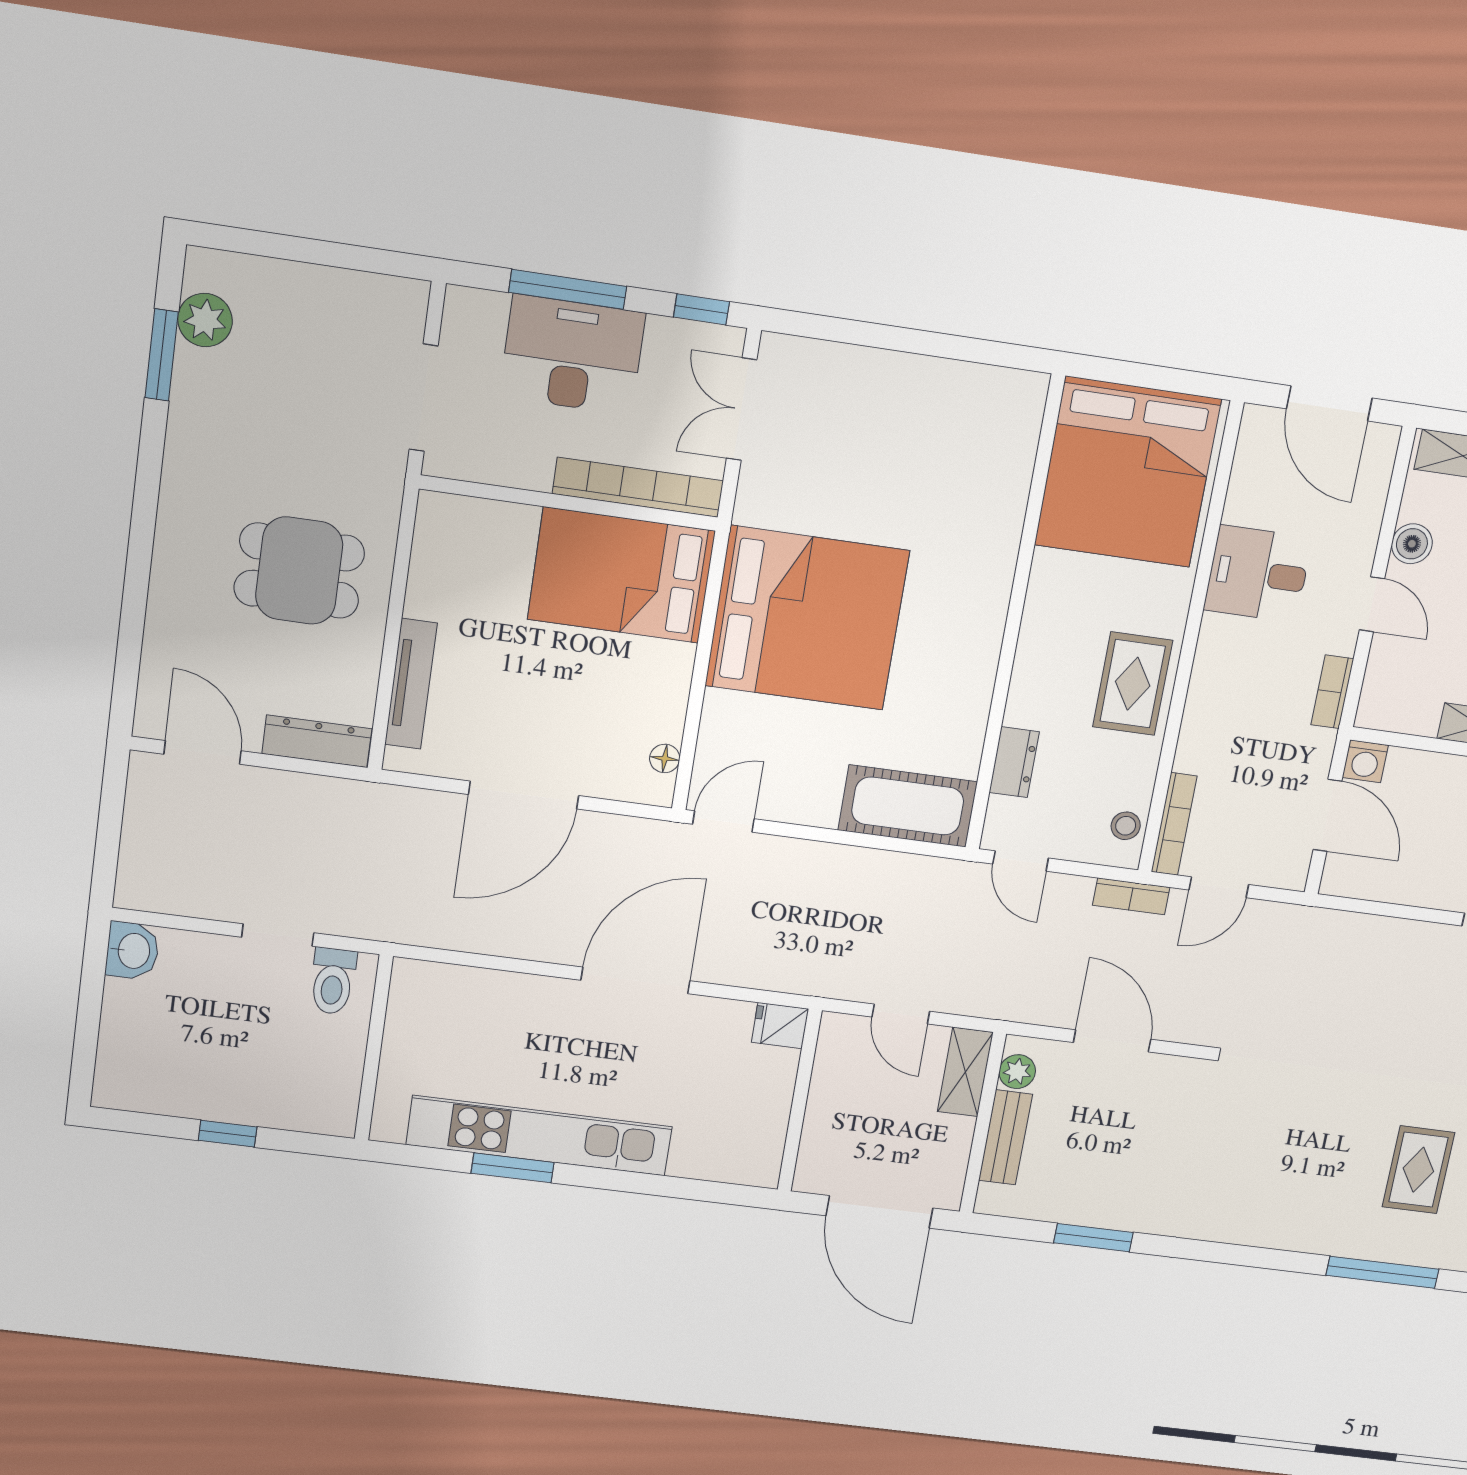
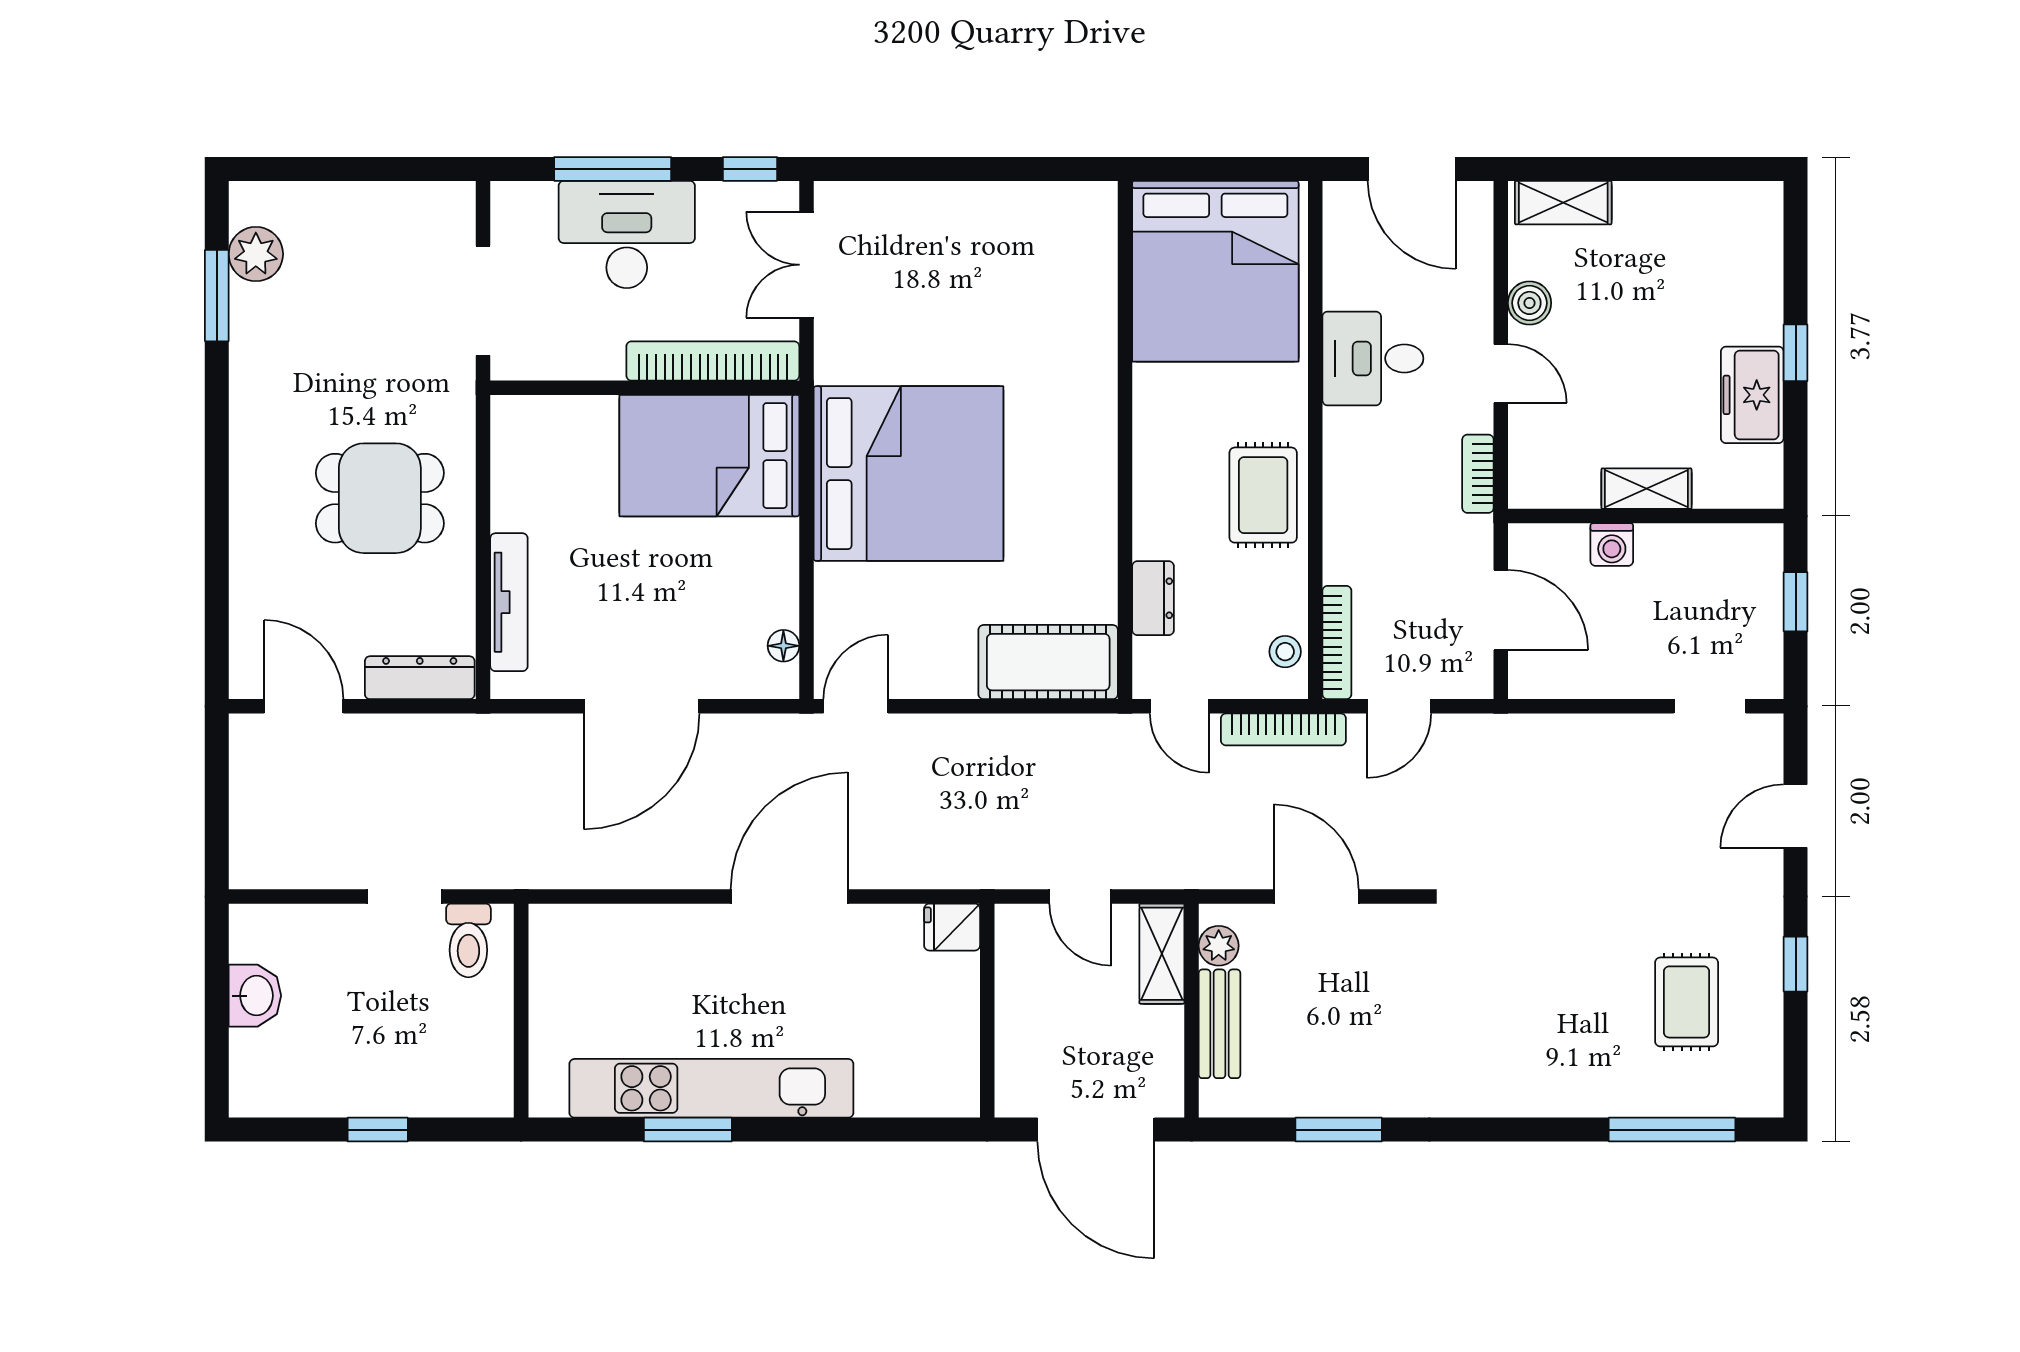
washing machine: (1365, 761) -> (1612, 545), moved
bookcase: (1131, 896) -> (1283, 729), width x1.56
washbasin: (132, 951) -> (255, 996), moved

